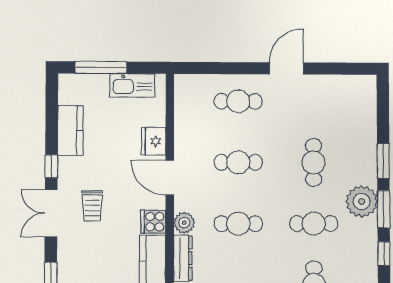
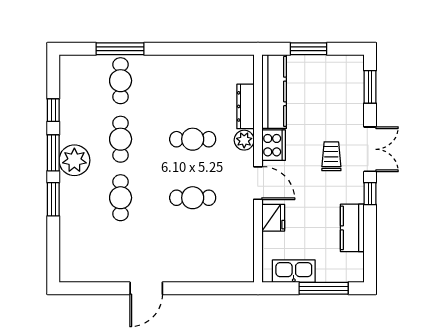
cafe table: (238, 101) -> (193, 256), removed
cooker: (153, 222) -> (274, 145), width x1.36
cafe table: (314, 224) -> (121, 139), turned 90

